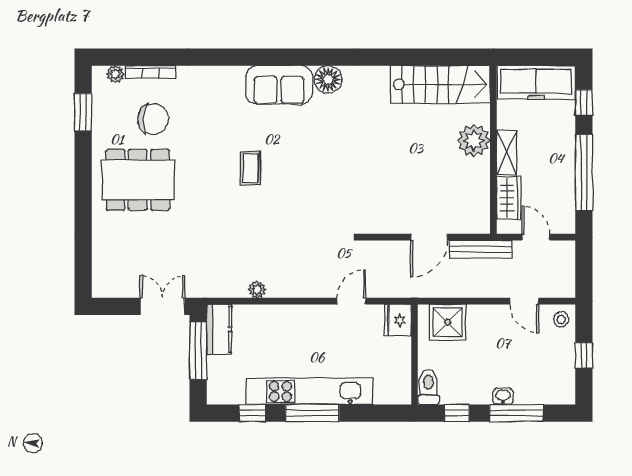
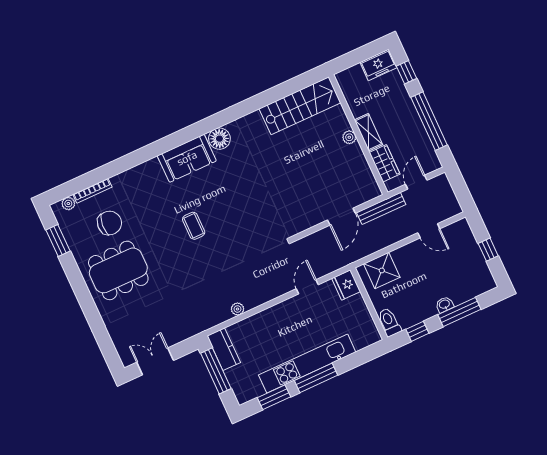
freezer: (536, 82) -> (379, 65), width x0.52, depth x0.79
plant: (474, 140) -> (349, 137), width x0.53, depth x0.53
door: (536, 237) -> (416, 182), hinge flipped
double door: (162, 306) -> (155, 361), moved
stool: (561, 319) -> (460, 232), removed
window: (252, 413) -> (274, 397), width x1.50

